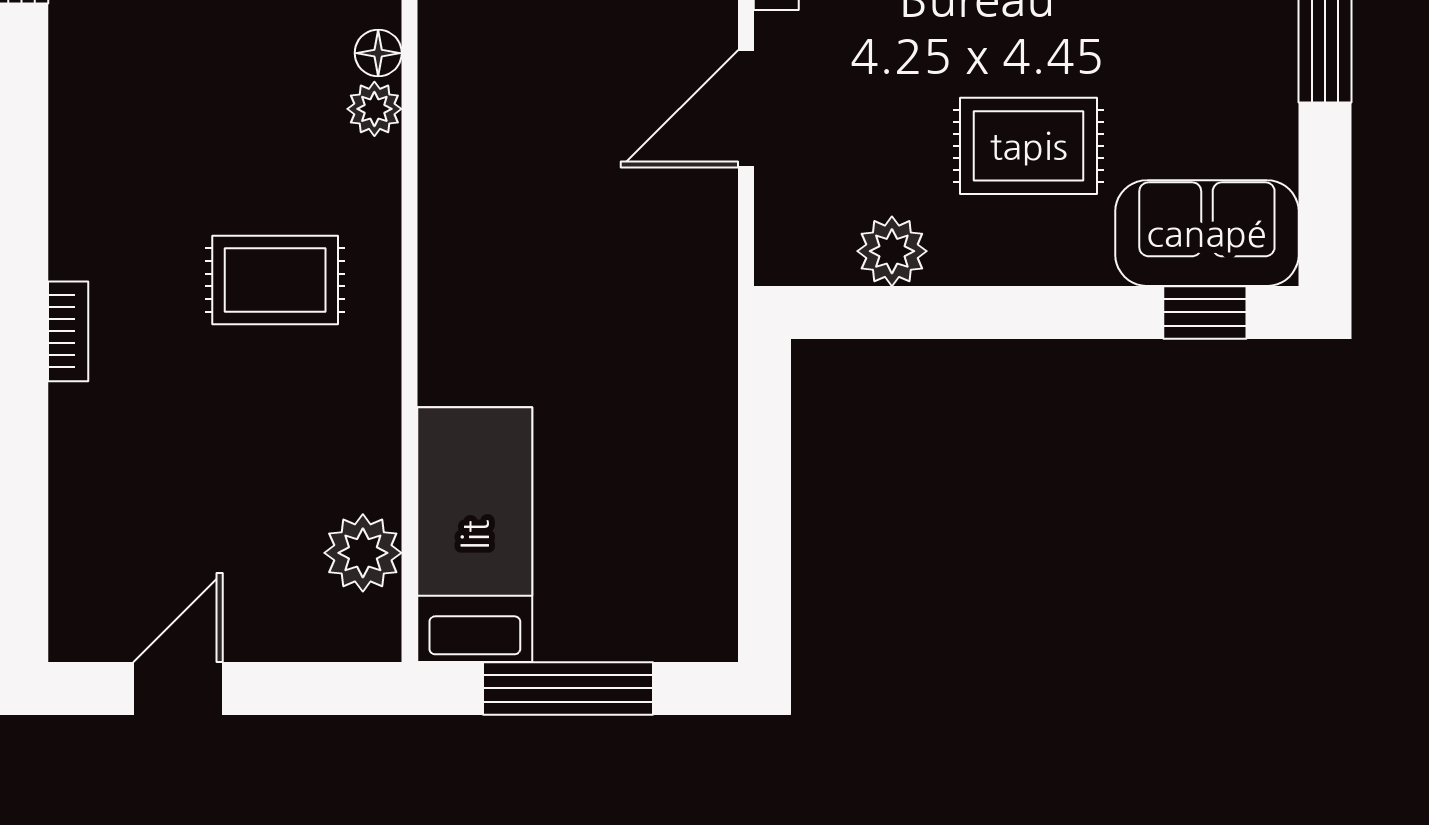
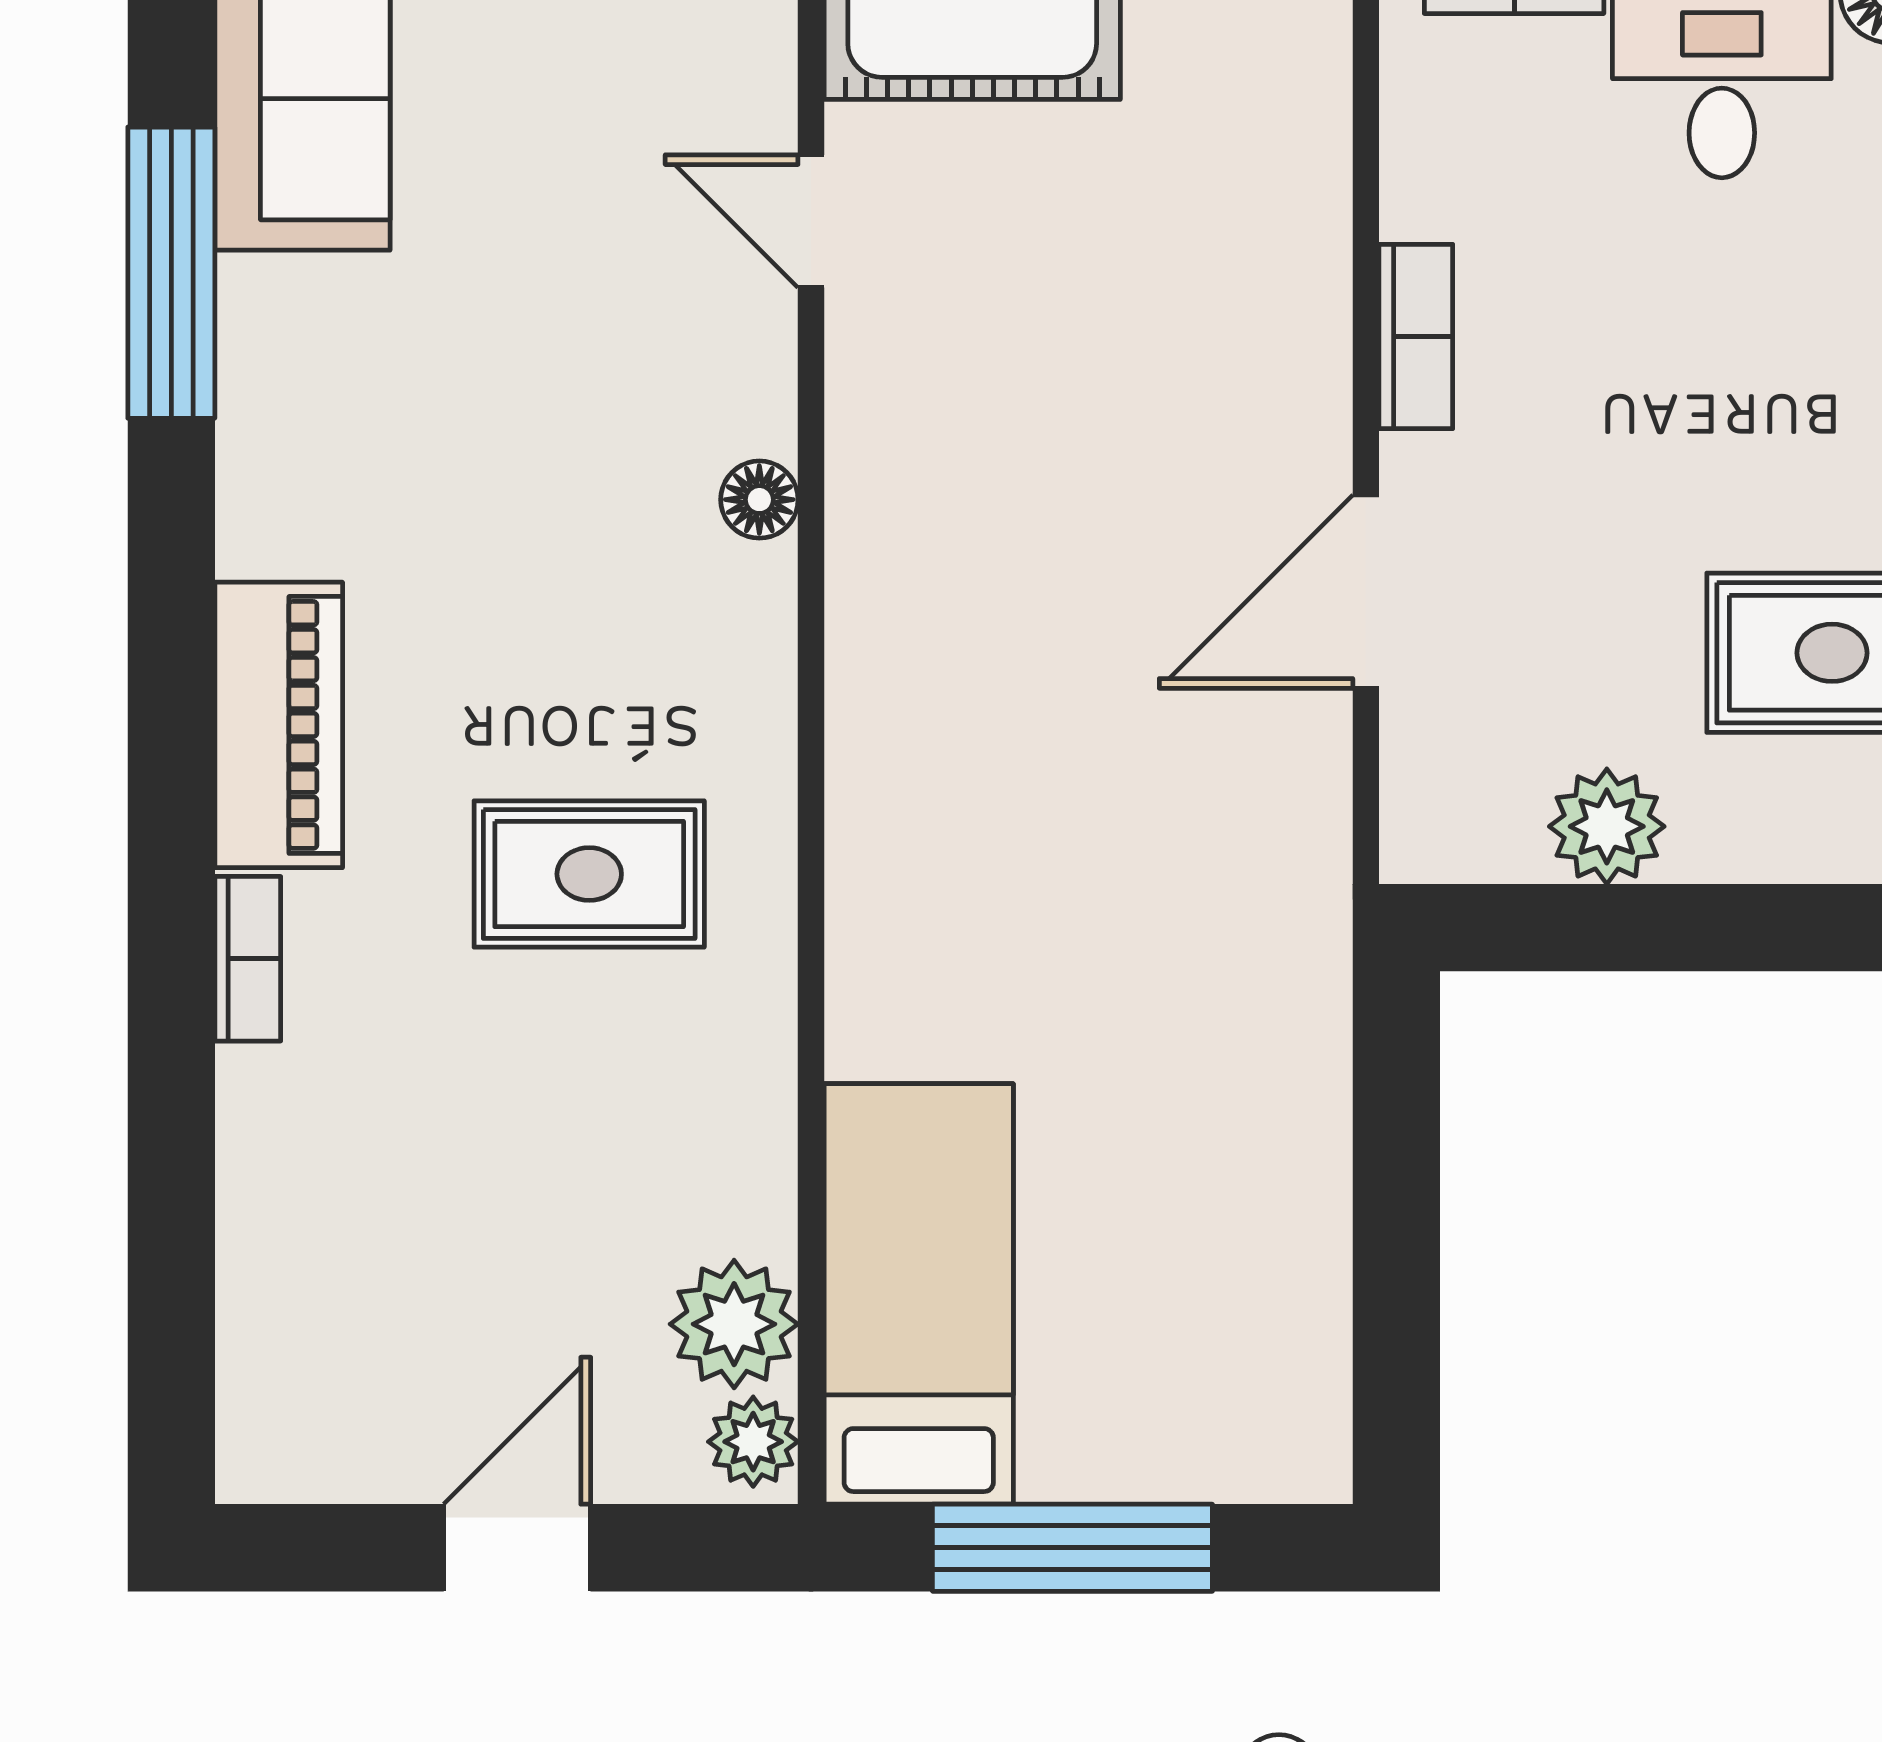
plant: (374, 109) -> (753, 1442), moved
piano: (87, 190) -> (279, 725), added
door: (178, 688) -> (517, 1548), moved

